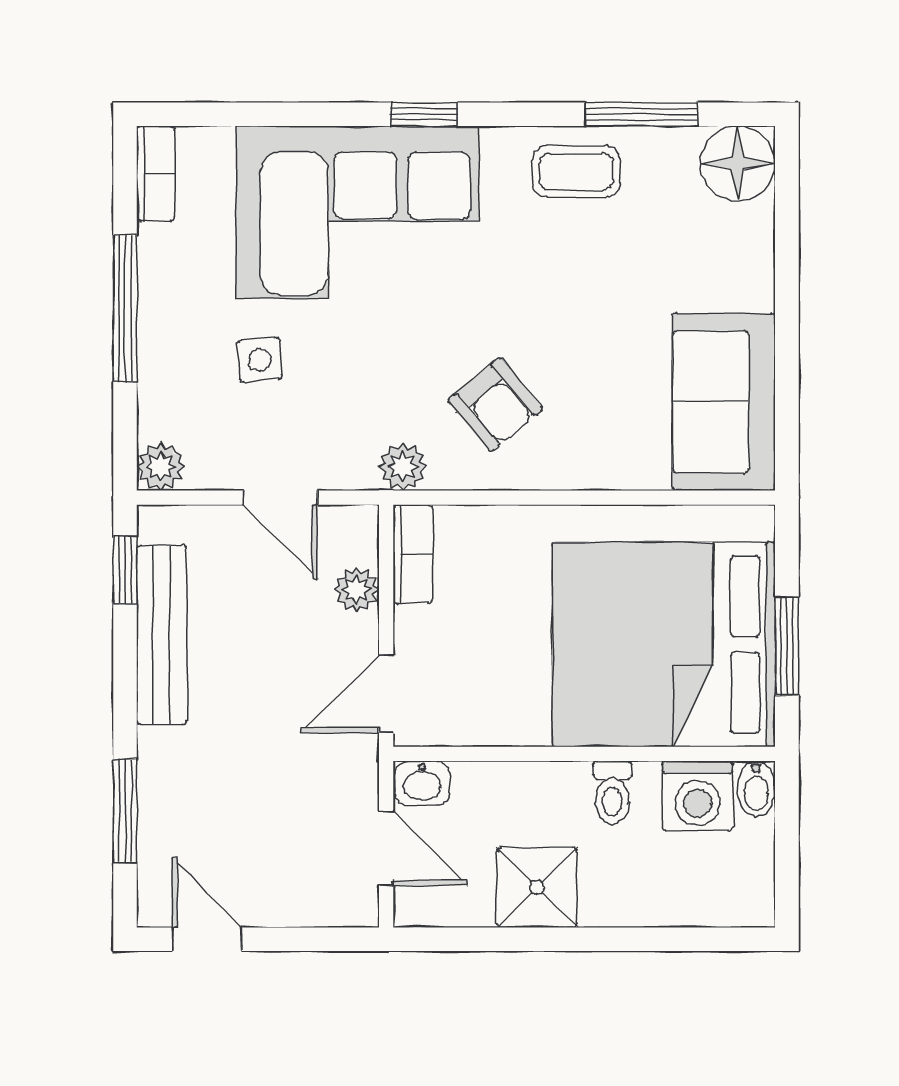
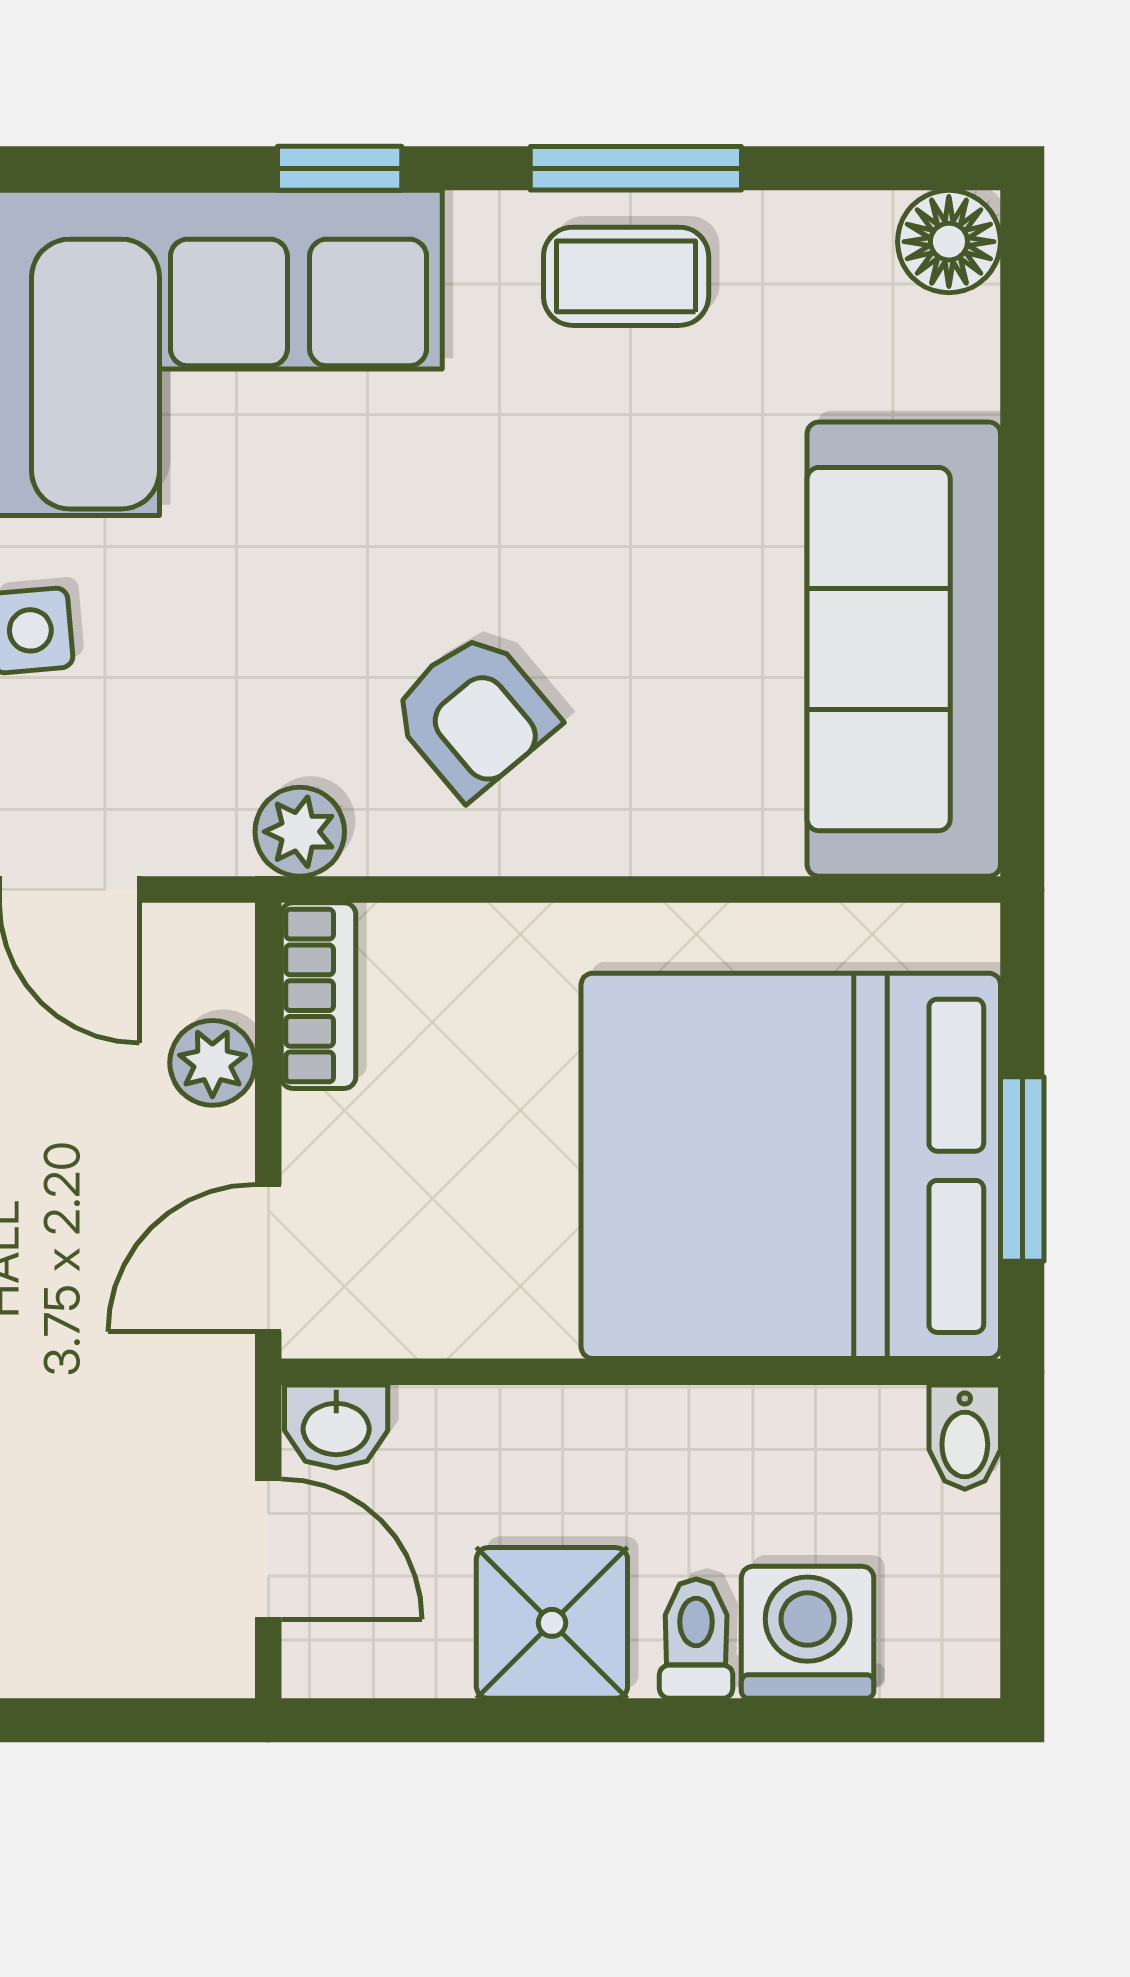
window: (641, 114) -> (636, 168), moved
floor lamp: (738, 163) -> (949, 242), width x0.73, depth x0.73
sofa: (724, 402) -> (904, 649), width x1.36
toilet: (612, 793) -> (696, 1639), moved, turned 180
washing machine: (698, 796) -> (808, 1632), moved, turned 180

